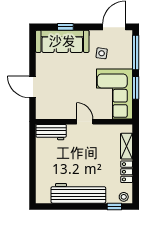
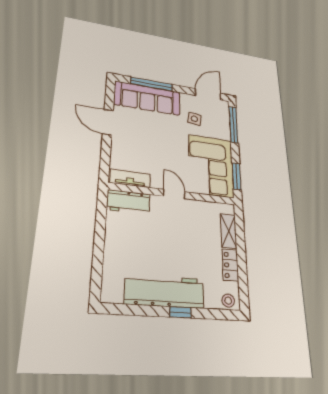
window: (65, 27) -> (152, 84), width x2.17
door: (32, 87) -> (108, 122), moved
window: (136, 88) -> (237, 176), moved
tv unit: (51, 114) -> (130, 178), added
window: (114, 206) -> (180, 312), moved

